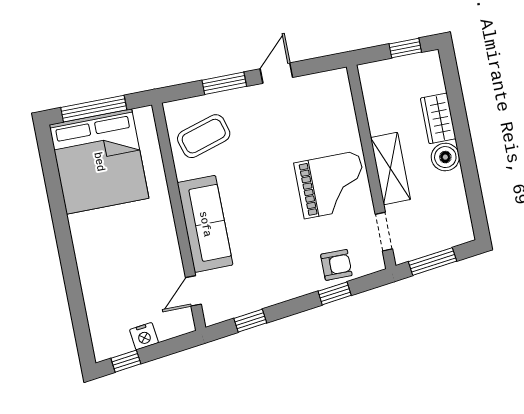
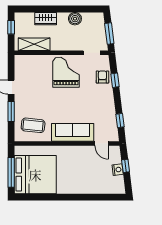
coffee table: (204, 136) -> (33, 125), turned -67
boiler: (445, 157) -> (75, 19), moved
shelving: (391, 169) -> (34, 44), moved
window: (126, 361) -> (126, 166), moved

